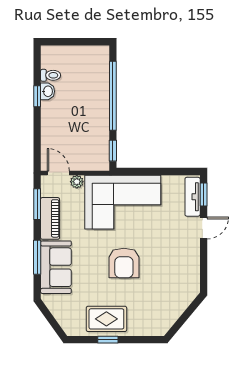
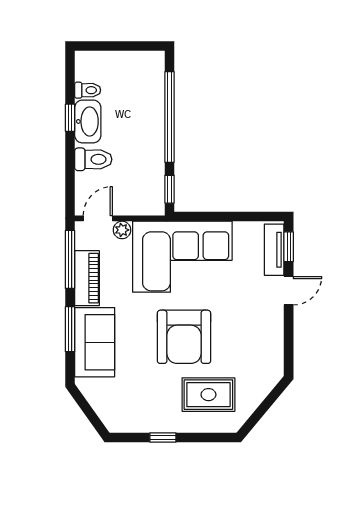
washbasin: (48, 91) -> (88, 121), width x1.91, depth x1.45
toilet: (55, 128) -> (93, 159), added
door: (58, 173) -> (98, 218), hinge flipped
window: (37, 204) -> (70, 259), width x1.44
armchair: (124, 263) -> (184, 337), width x1.36, depth x1.36
rug: (106, 319) -> (208, 395), moved

